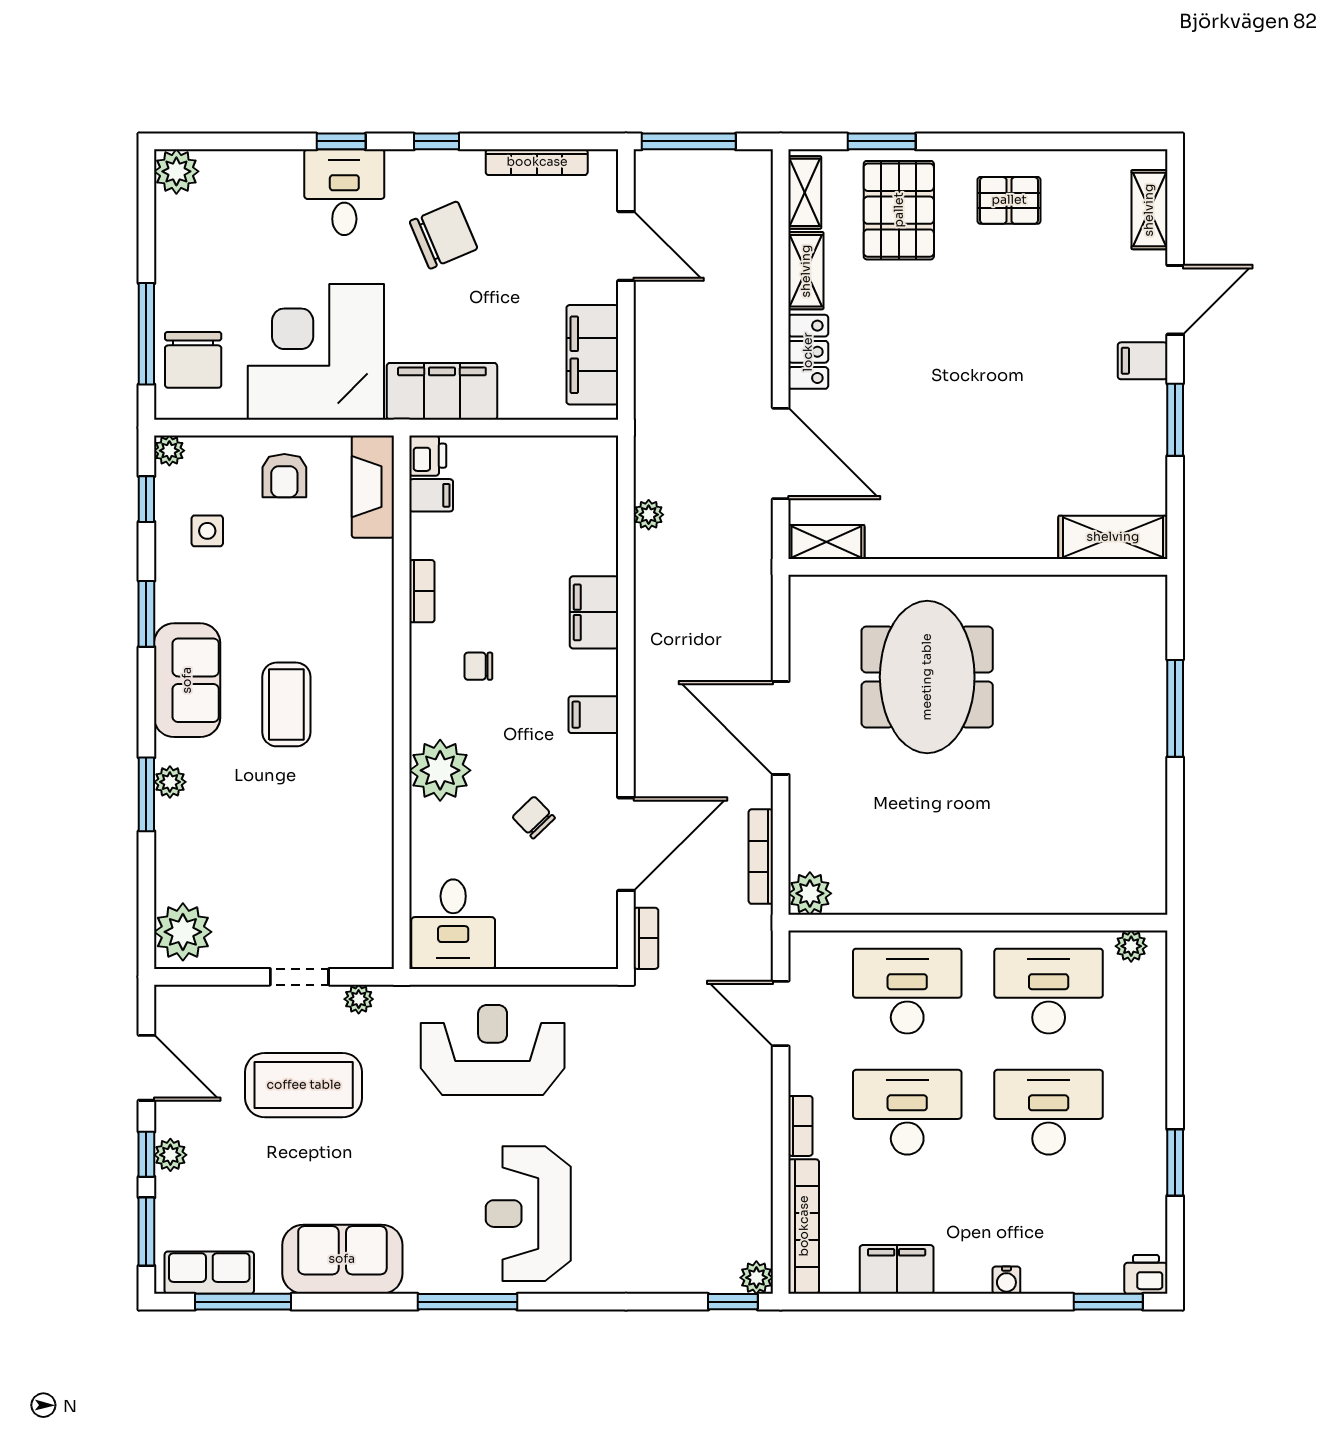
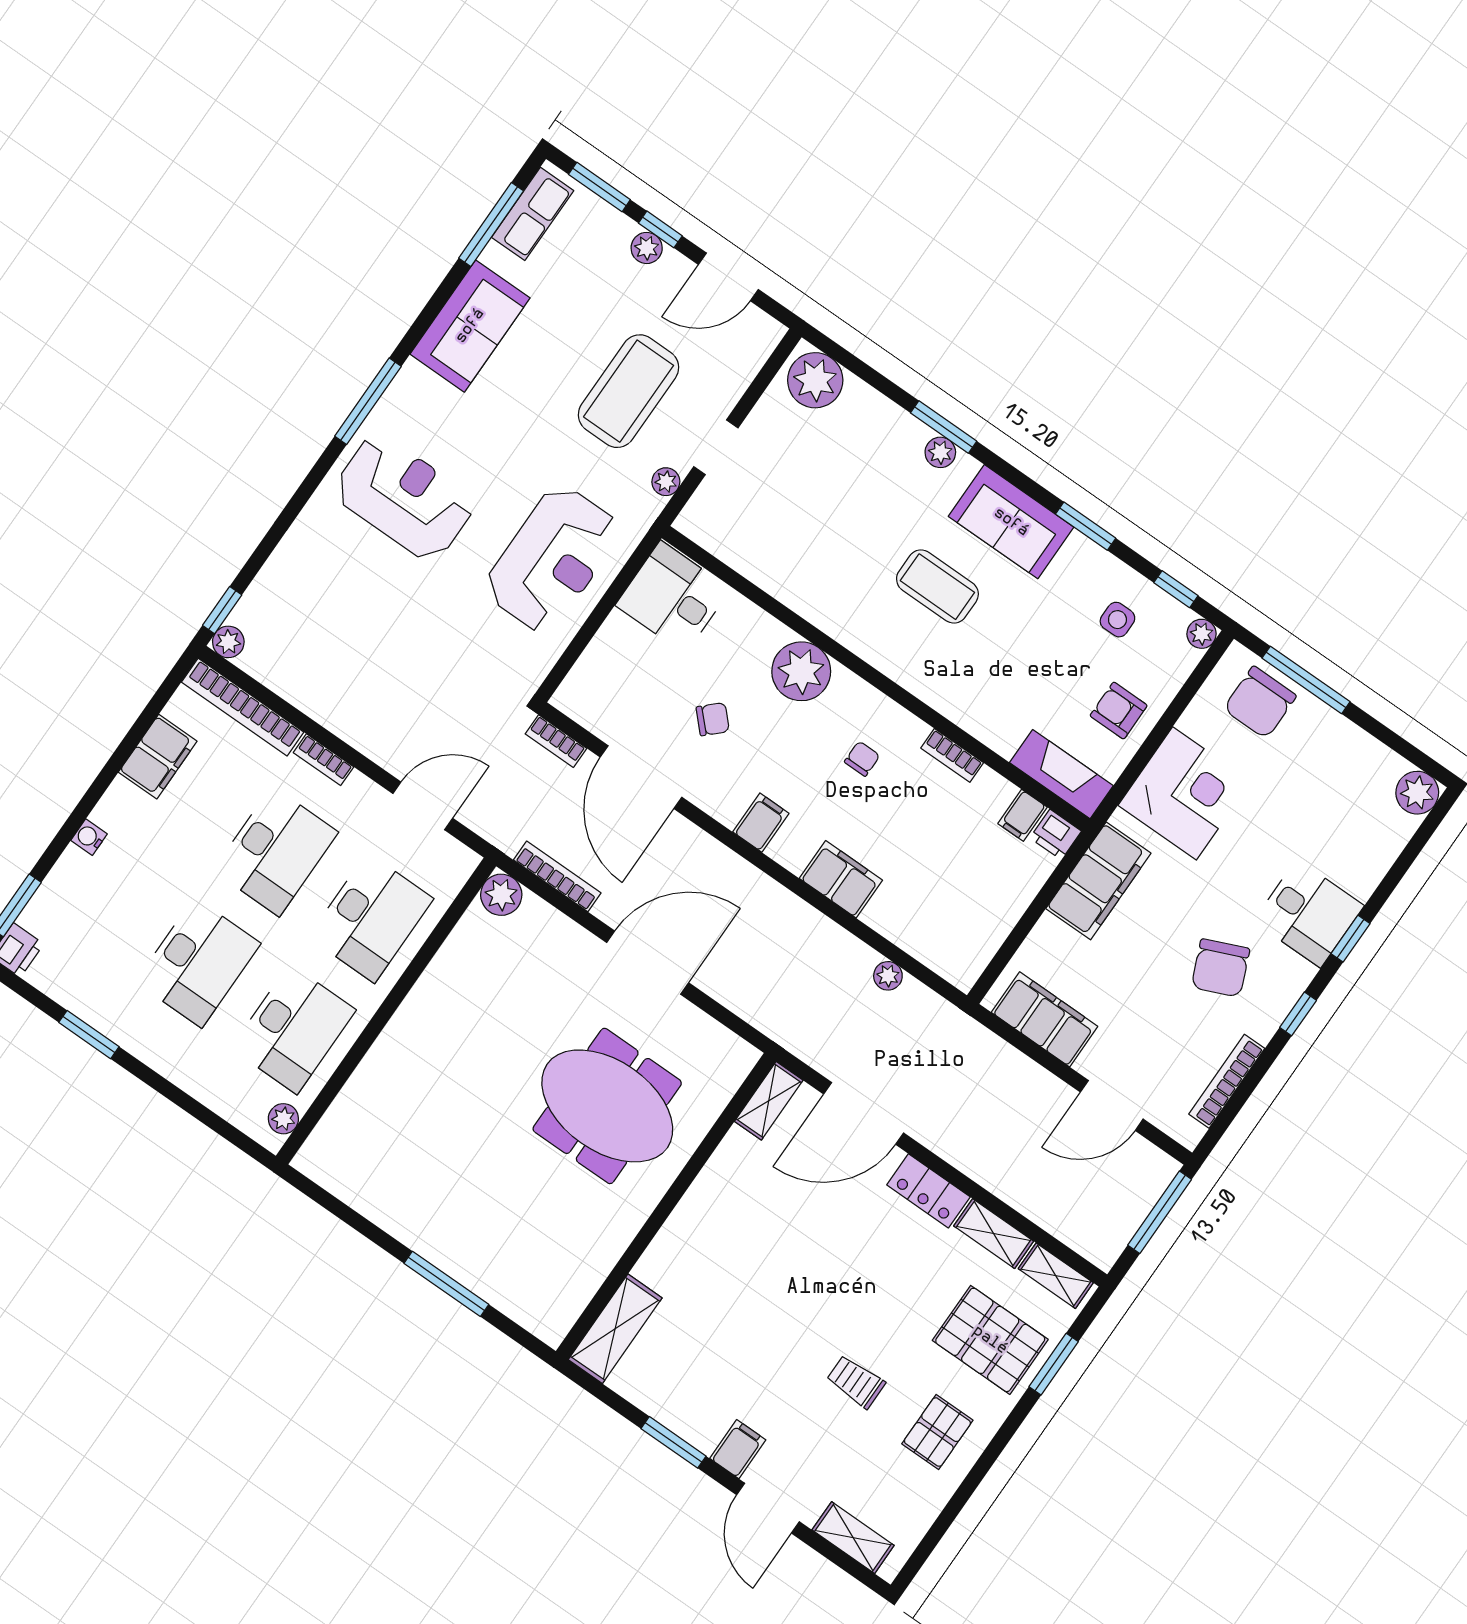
trolley: (1015, 300) -> (856, 1382), added
corner desk: (316, 352) -> (1185, 793), width x0.74, depth x0.74
chair: (193, 360) -> (1260, 702), turned -90

